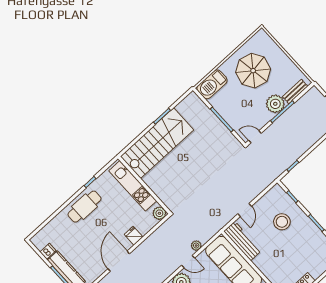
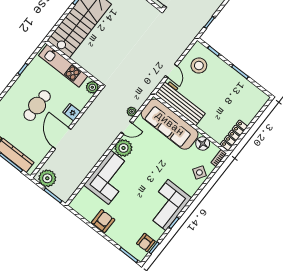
cafe table: (84, 207) -> (37, 106), moved
stool: (282, 222) -> (199, 66), moved
workbench: (243, 241) -> (181, 102), width x1.36, depth x1.32

